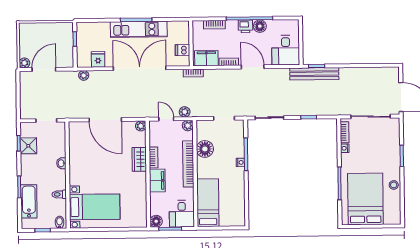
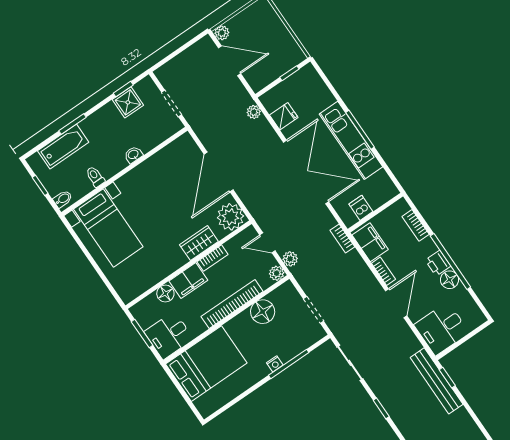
door: (166, 119) -> (267, 243), swing flipped
plant: (141, 126) -> (230, 217), width x1.88, depth x1.88
bed: (208, 203) -> (206, 364), width x1.50
floor lamp: (156, 221) -> (165, 294), moved

